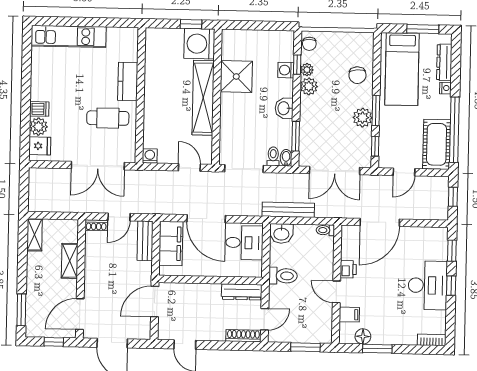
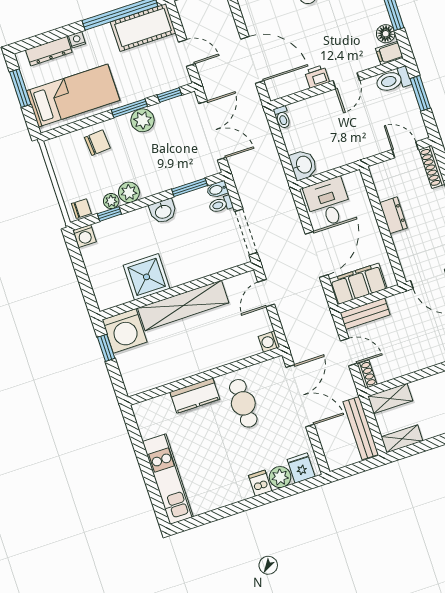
washing machine: (286, 70) -> (85, 236), moved
bench: (288, 210) -> (361, 428), moved
shelving: (70, 261) -> (390, 398), moved
toilet: (283, 276) -> (393, 80), moved, turned -90
dresser: (242, 292) -> (393, 215), moved, width x0.70
filing cabinet: (349, 315) -> (389, 53), moved, turned -90

